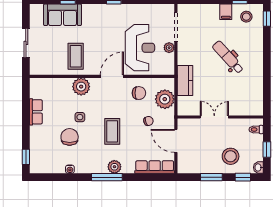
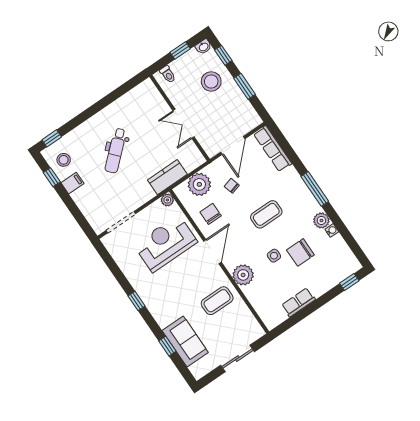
plant: (169, 48) -> (167, 200), moved
door: (112, 76) -> (212, 252), swing flipped
plant: (114, 167) -> (321, 220), moved

